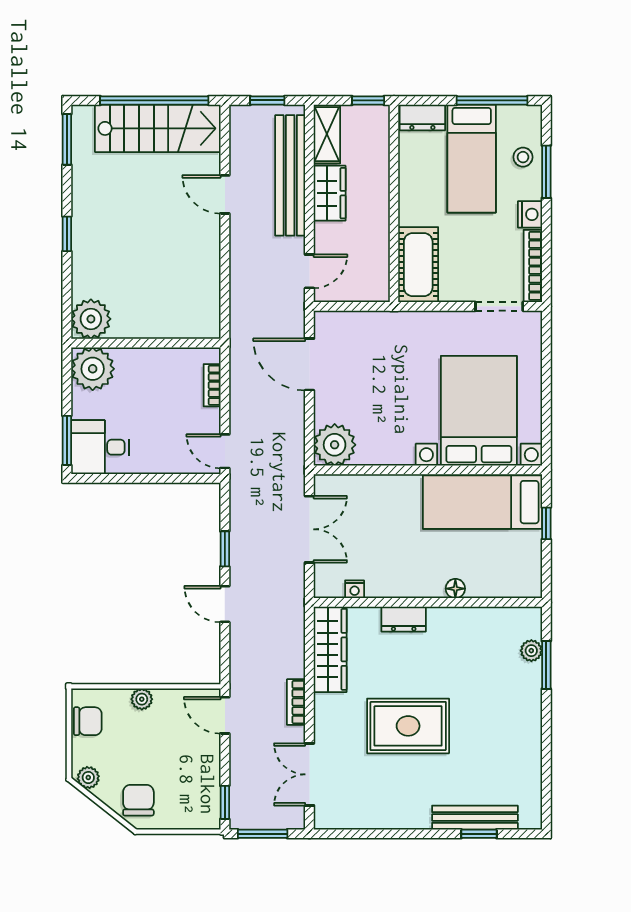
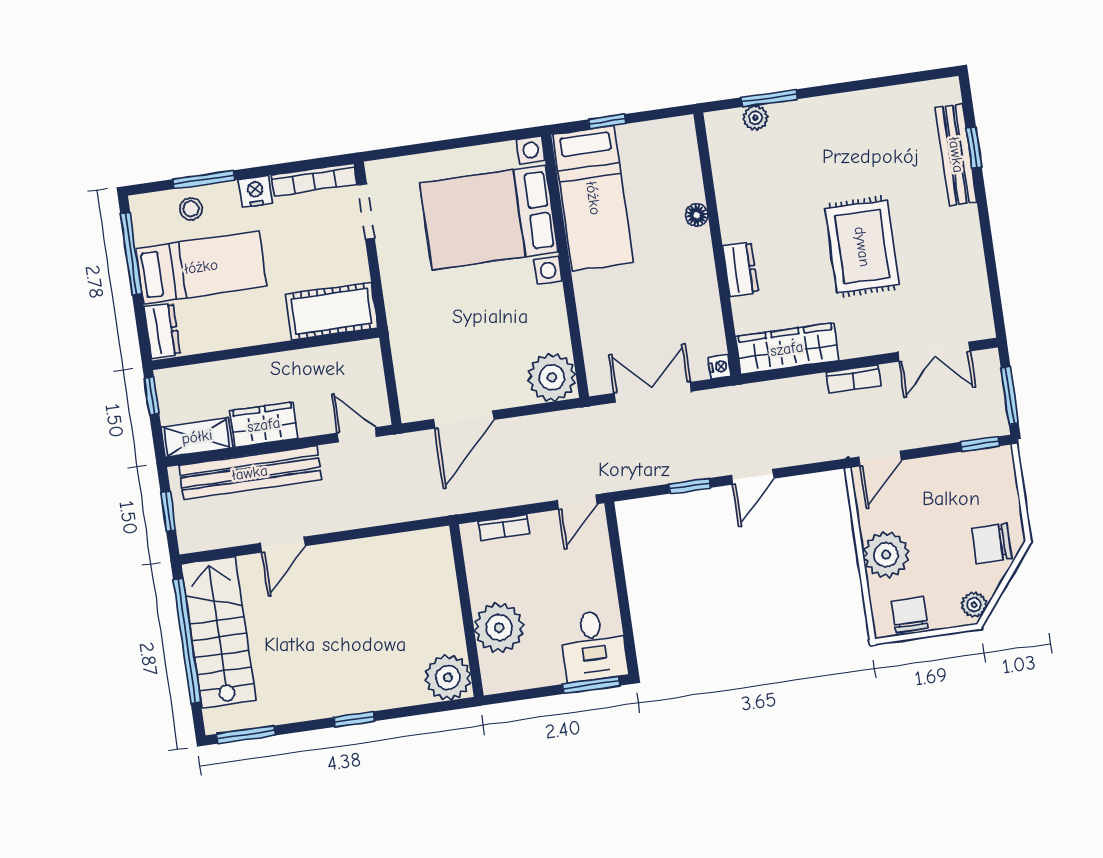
plant: (93, 369) -> (499, 628), moved
nightstand: (355, 589) -> (719, 367), moved
plant: (142, 699) -> (886, 555), width x1.88, depth x1.88

